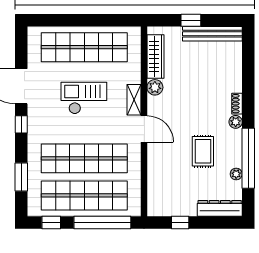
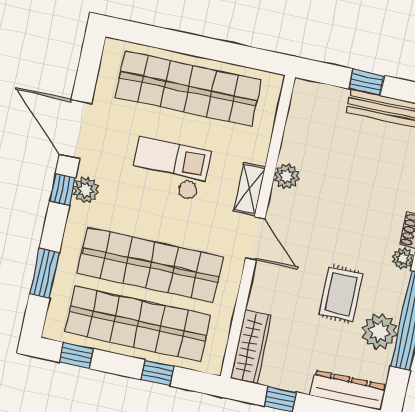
wardrobe: (155, 57) -> (251, 347), moved
plant: (35, 122) -> (86, 190), added
plant: (236, 174) -> (380, 331), width x1.87, depth x1.87
window: (102, 223) -> (157, 373), width x0.32

